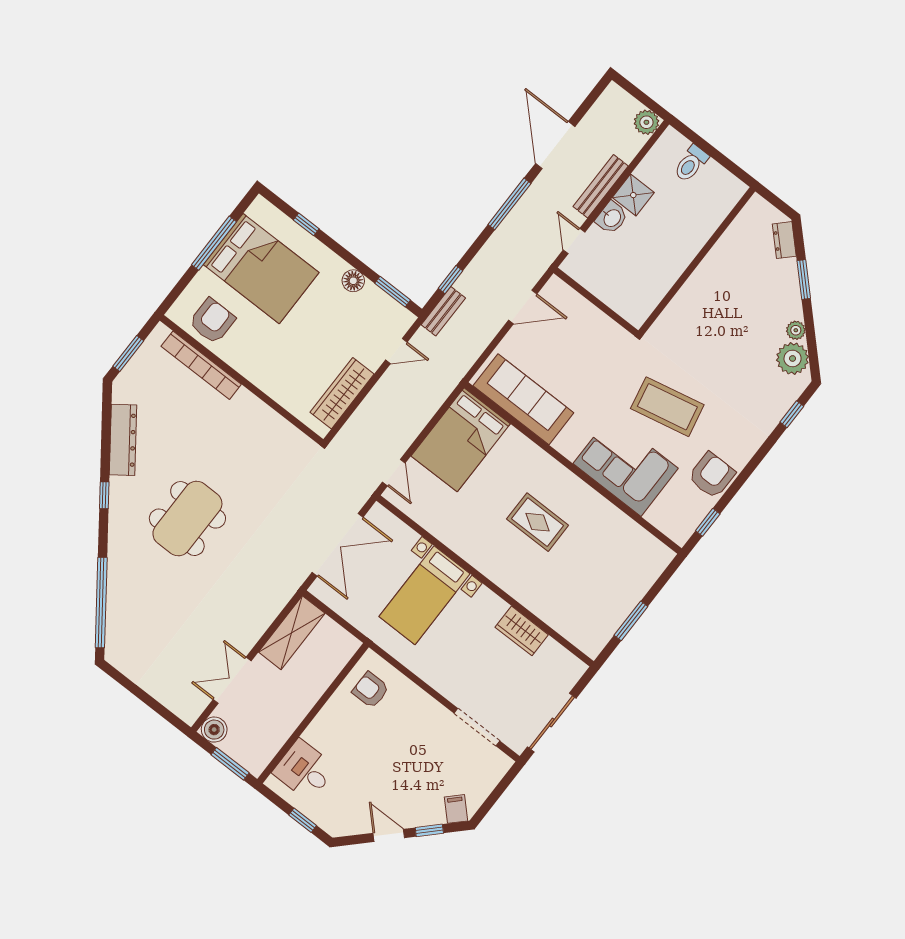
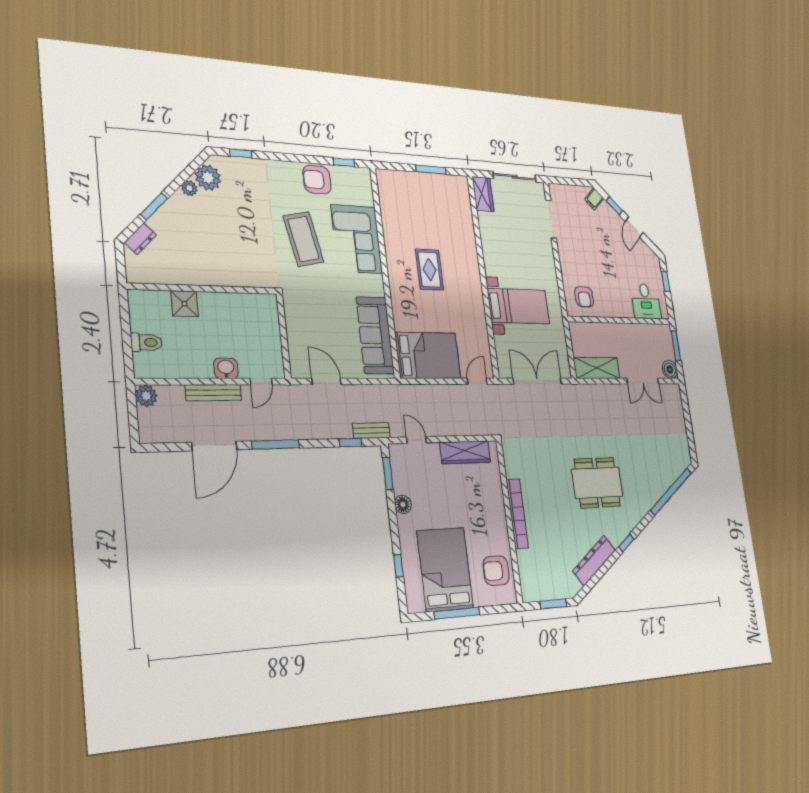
shower: (633, 195) -> (185, 304), moved
bookcase: (201, 365) -> (517, 514), moved
wardrobe: (522, 631) -> (483, 194), moved

